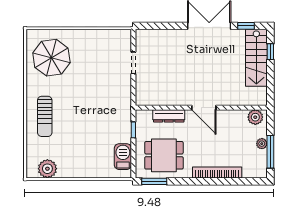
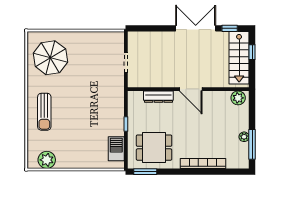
wall: (201, 108) -> (188, 89), moved
door: (204, 108) -> (191, 89), moved
dresser: (169, 116) -> (158, 97), moved
plant: (255, 117) -> (238, 98), moved

